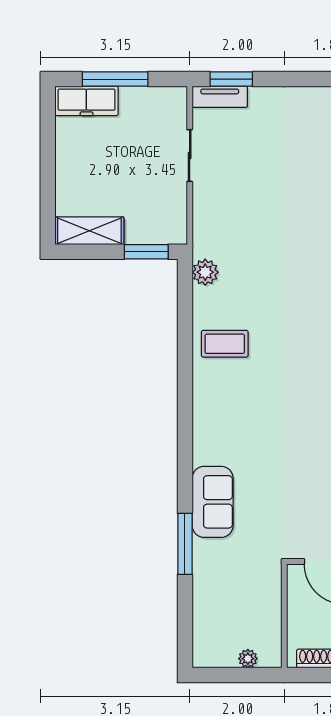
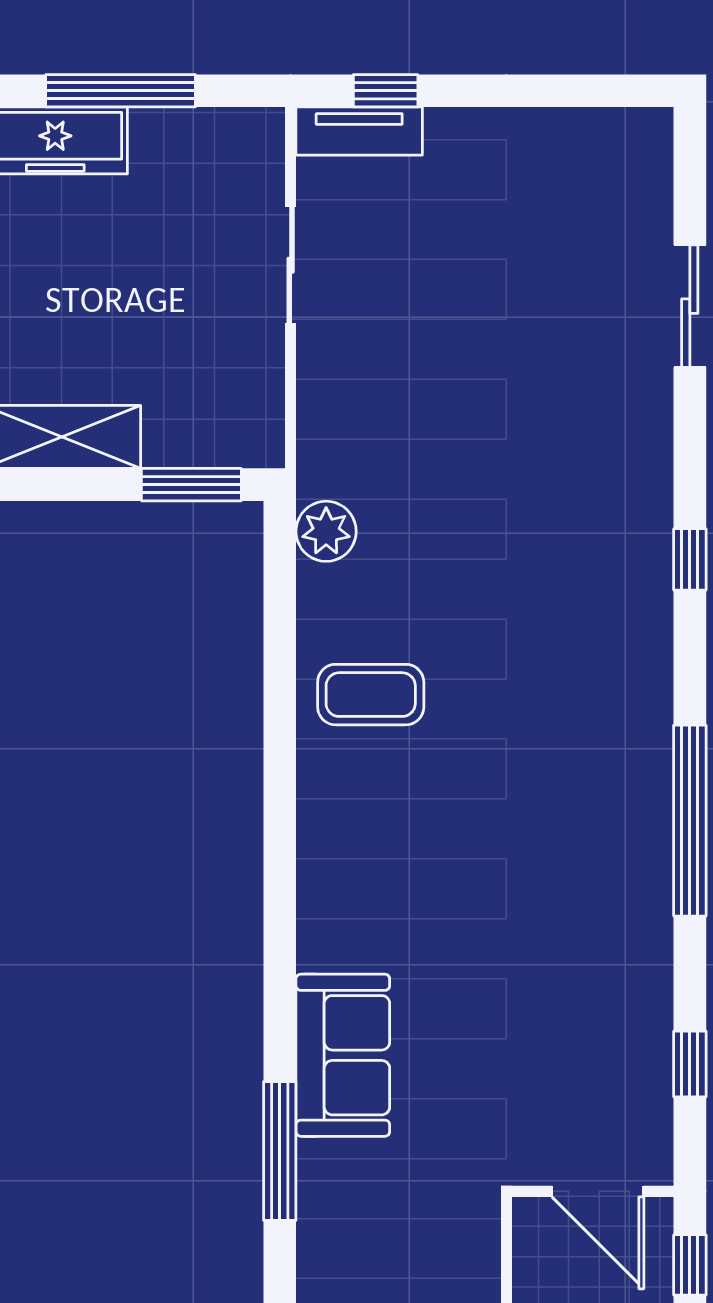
window: (231, 79) -> (386, 91), width x0.67

